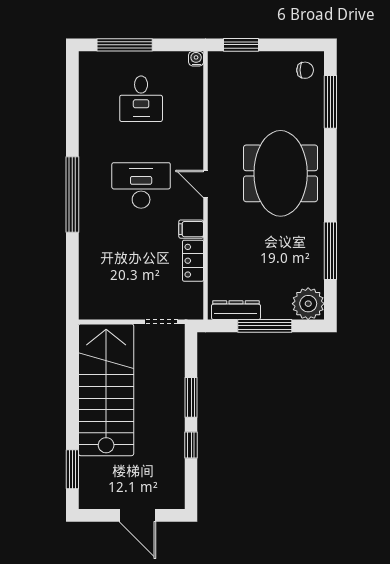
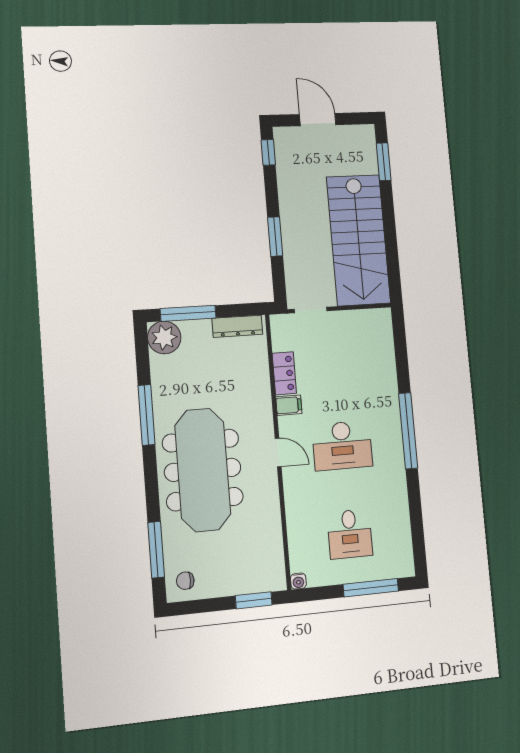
desk: (141, 99) -> (350, 534), turned 180
meeting table: (281, 173) -> (203, 470), width x1.36
window: (330, 251) -> (147, 415), moved
window: (265, 326) -> (188, 313), moved
window: (191, 445) -> (268, 152), moved

